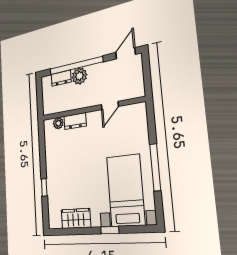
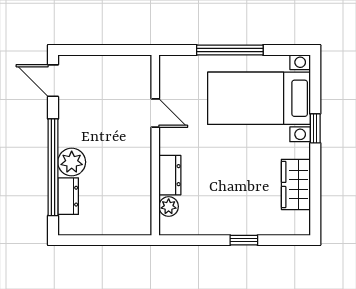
door: (110, 106) -> (155, 113), moved
wall: (91, 109) -> (155, 145), moved
dresser: (75, 121) -> (170, 175), moved
plant: (58, 123) -> (169, 206), moved

